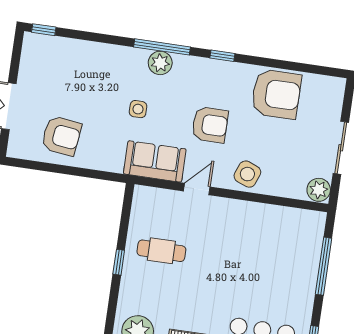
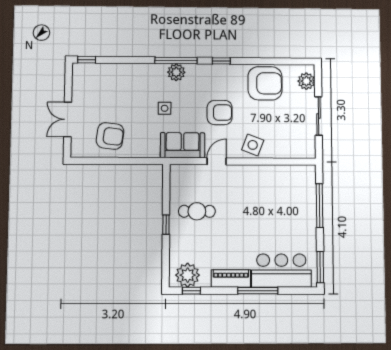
plant: (319, 190) -> (306, 81), moved

